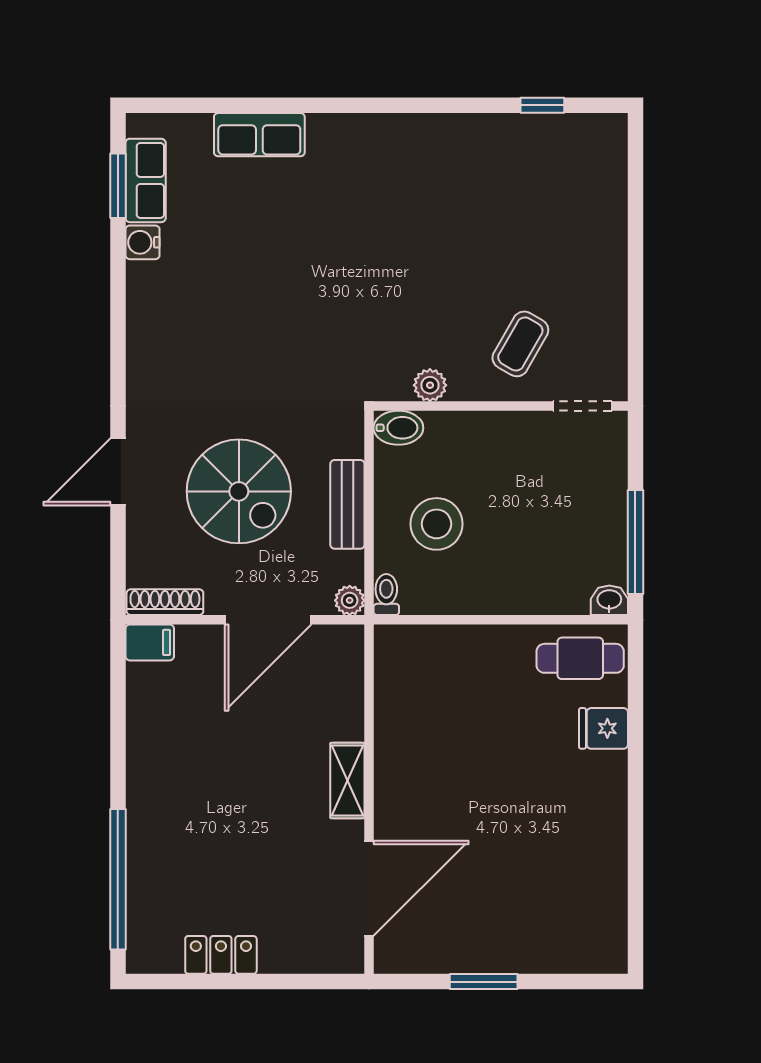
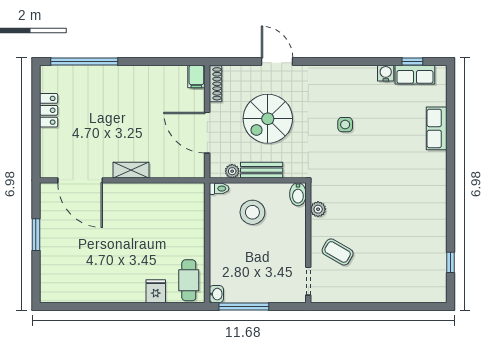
window: (118, 186) -> (412, 62), width x0.67
side table: (251, 328) -> (345, 125), added
plant: (350, 600) -> (232, 171), moved

